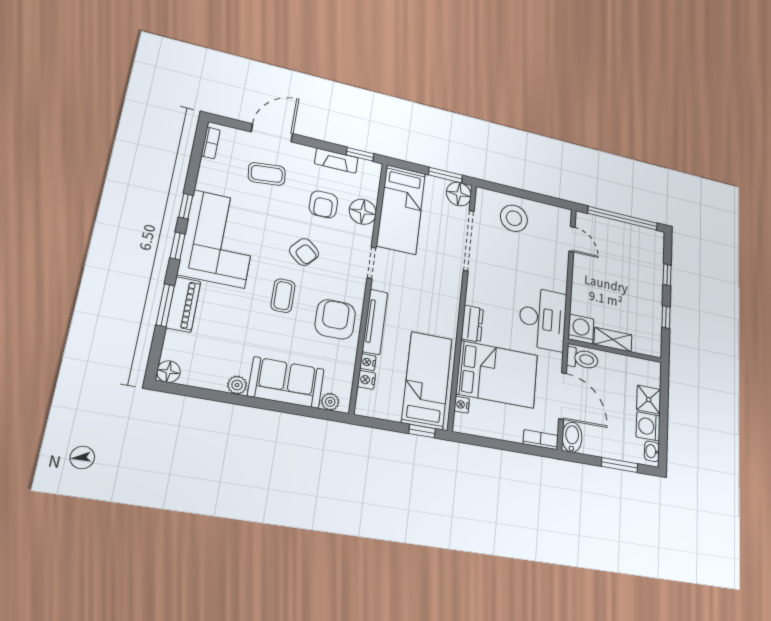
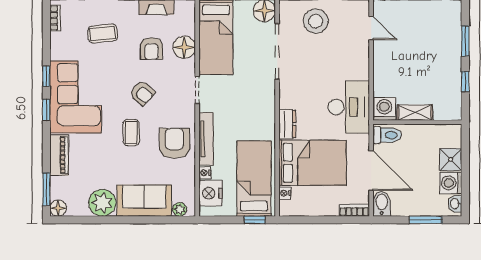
window: (667, 275) -> (465, 41), width x1.50
window: (165, 305) -> (46, 189), moved
nightstand: (366, 380) -> (211, 193), width x1.89, depth x1.79
plant: (237, 385) -> (102, 203), width x1.87, depth x1.87

